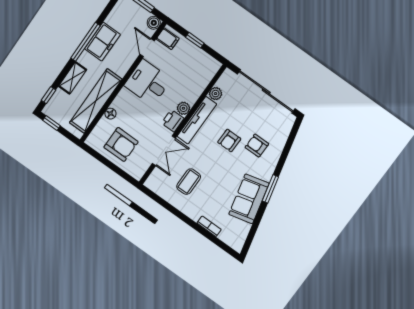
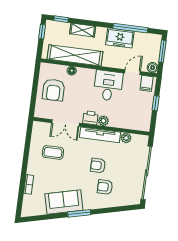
window: (85, 42) -> (130, 28), moved
armchair: (257, 146) -> (105, 187), turned -90

